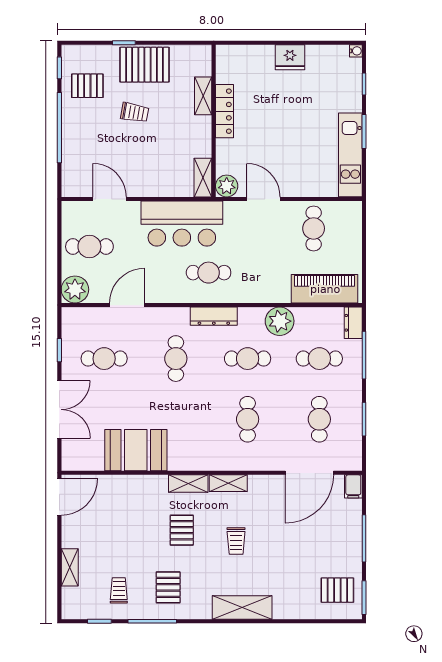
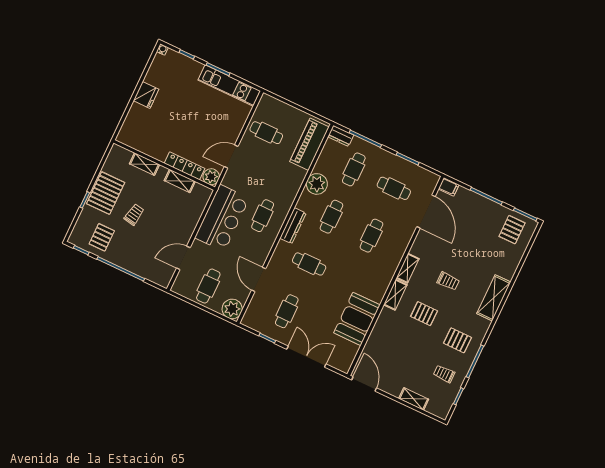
locker: (224, 111) -> (185, 166), moved
shelving: (203, 178) -> (180, 181), moved
cafe table: (248, 419) -> (371, 236), turned 90

